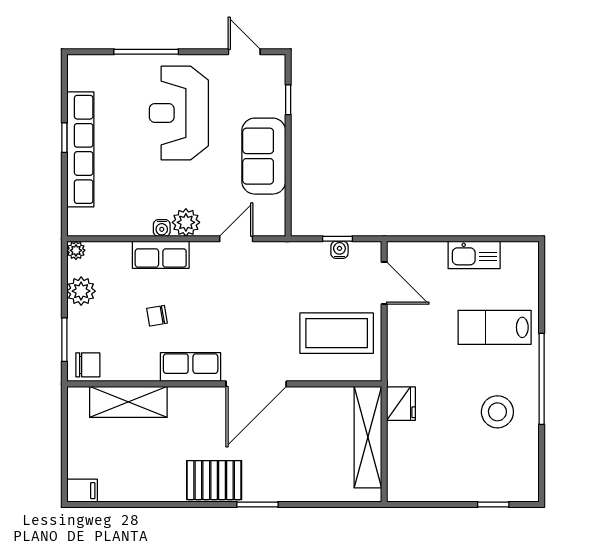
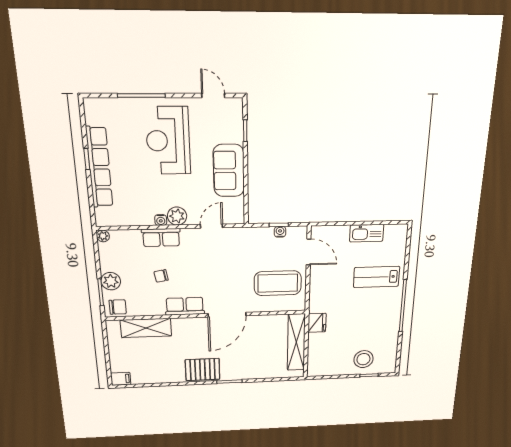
plant: (81, 291) -> (111, 281), moved
stool: (497, 412) -> (363, 359), moved

